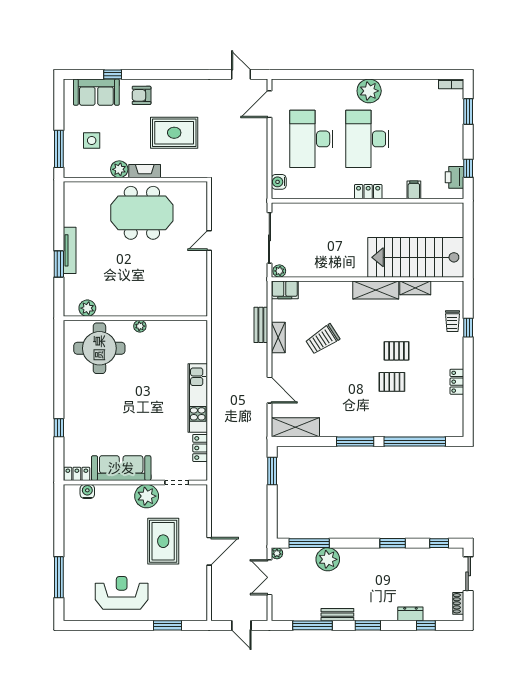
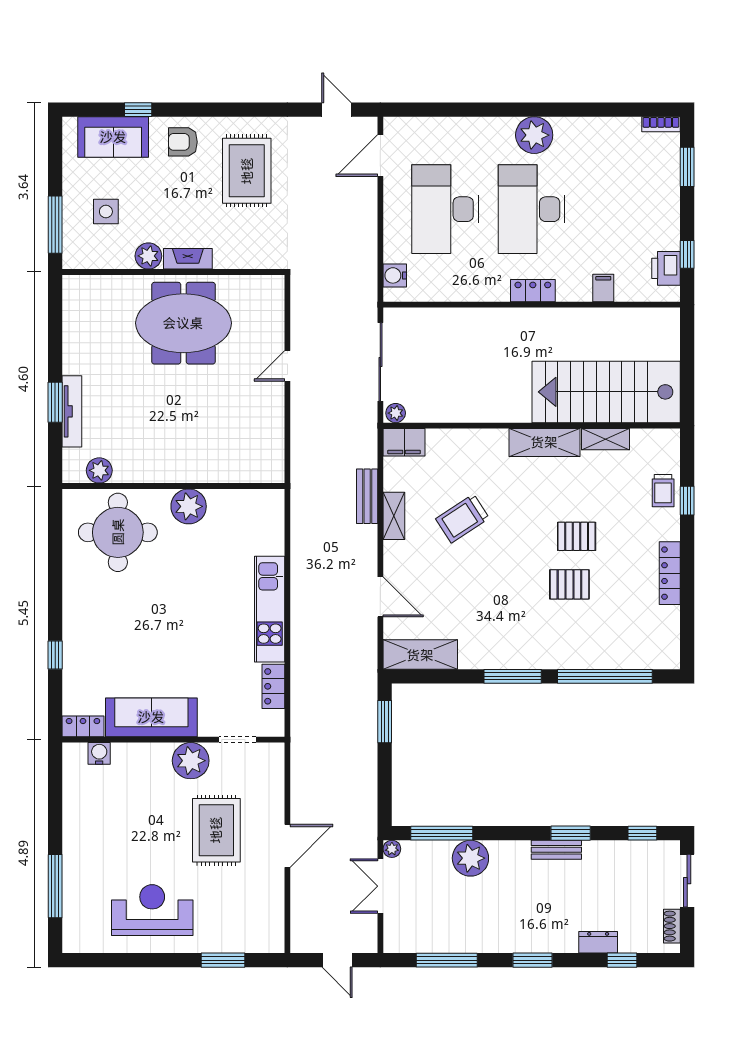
rug: (174, 133) -> (247, 171), moved, turned 90
tv unit: (70, 250) -> (72, 411), moved
plant: (140, 326) -> (189, 506), width x1.87, depth x1.87
locker: (457, 382) -> (670, 573), width x1.53
bench: (337, 615) -> (556, 850), moved

